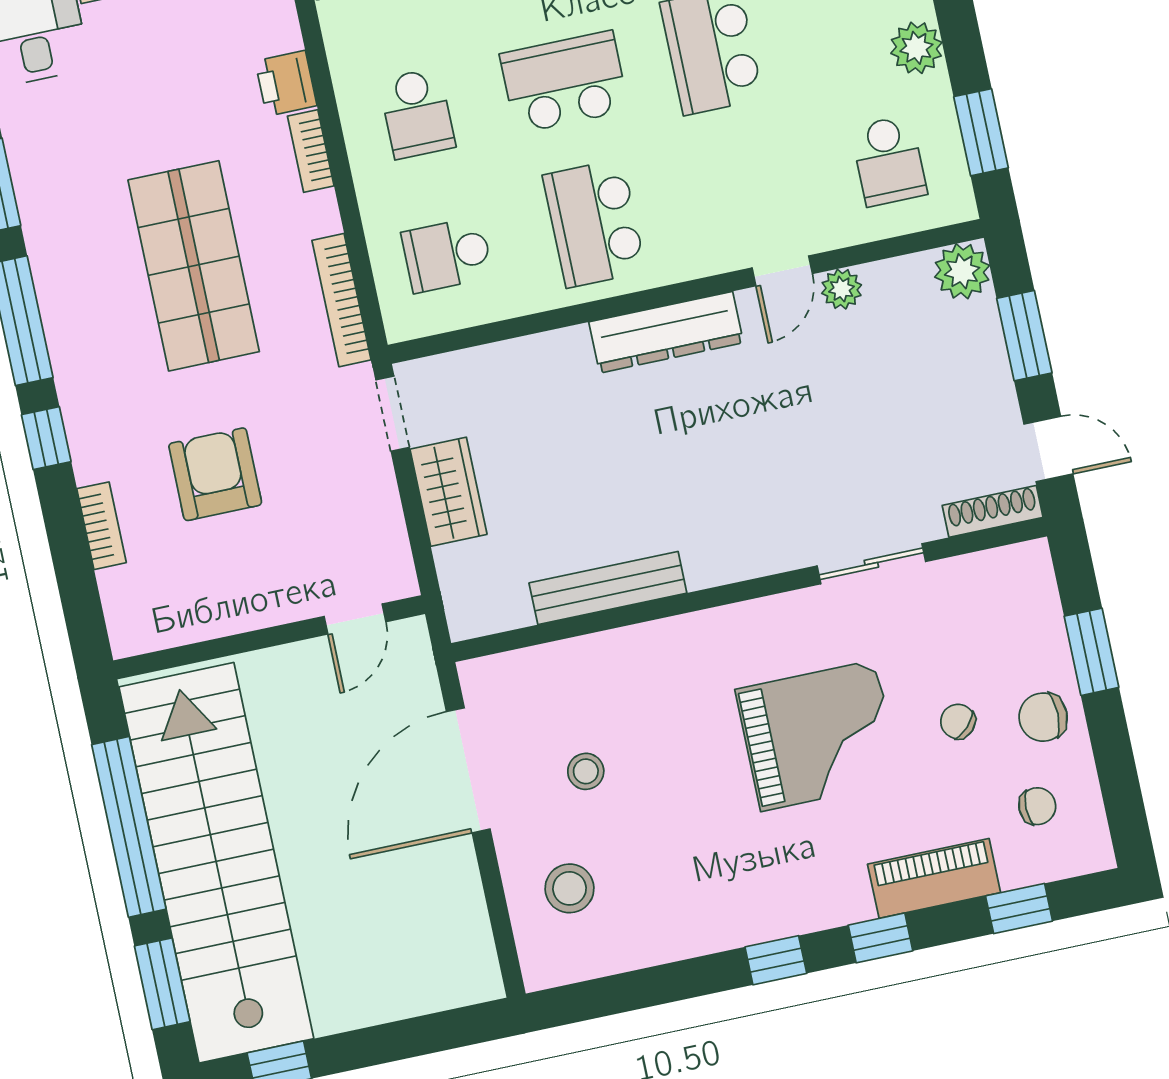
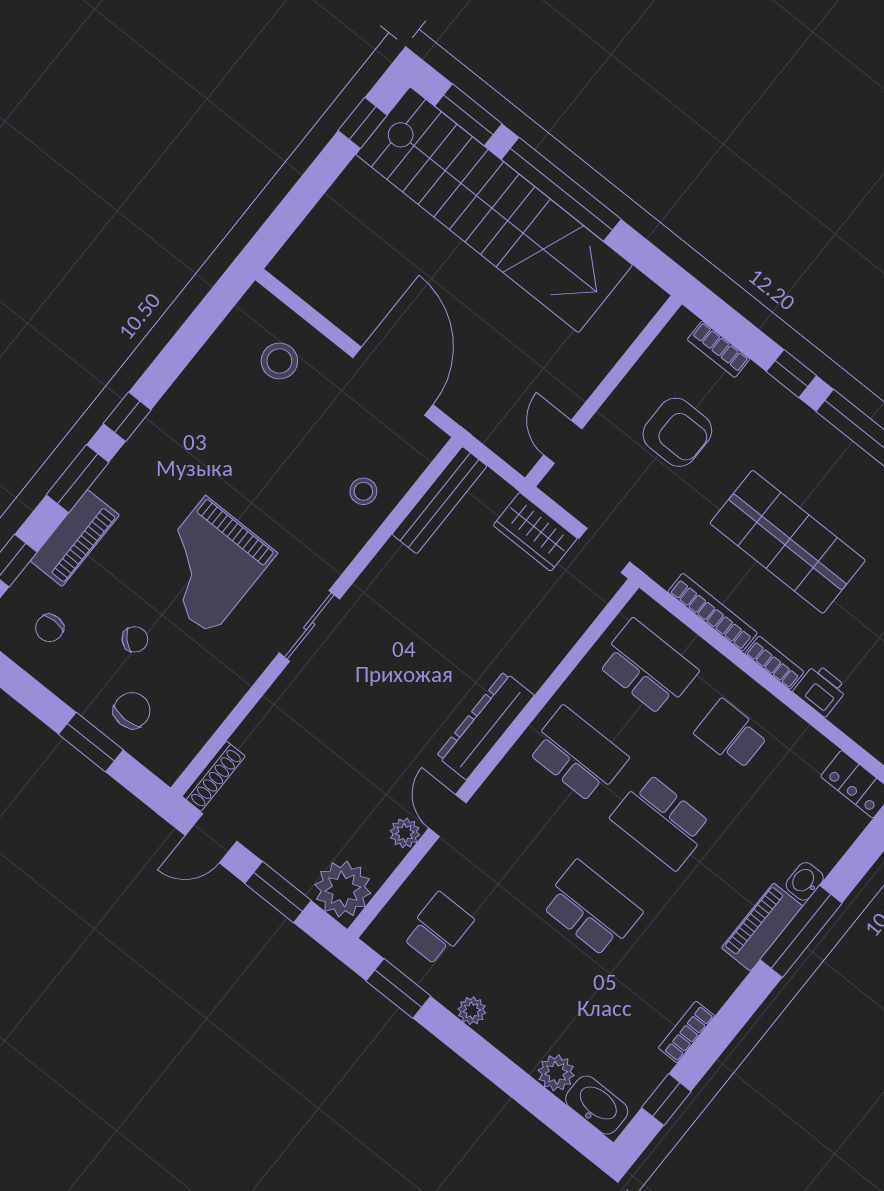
plant: (916, 48) -> (472, 1011), width x0.73, depth x0.73
school desk: (564, 82) -> (661, 821), turned 90
school desk: (889, 161) -> (438, 929), turned 90
school desk: (447, 255) -> (647, 667), width x1.85
plant: (962, 271) -> (343, 889), width x1.36, depth x1.36
bookcase: (342, 300) -> (713, 612), moved
sliding door: (871, 564) -> (309, 626), moved
bench: (608, 588) -> (440, 500), moved
door: (355, 619) -> (563, 442), moved
wall: (269, 637) -> (603, 391), moved
chair: (1043, 717) -> (132, 710), moved
stool: (586, 771) -> (363, 491), moved
window: (880, 938) -> (78, 479), width x1.50

